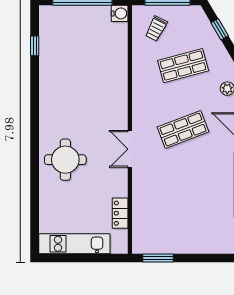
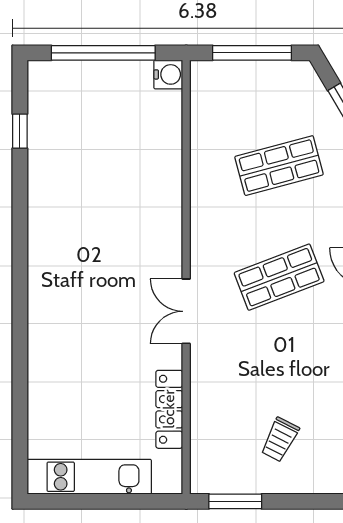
trolley: (156, 29) -> (280, 440), moved
round table: (65, 160) -> (74, 330), removed
locker: (120, 213) -> (169, 409), width x1.53

